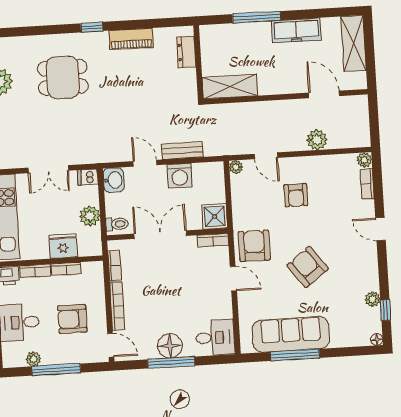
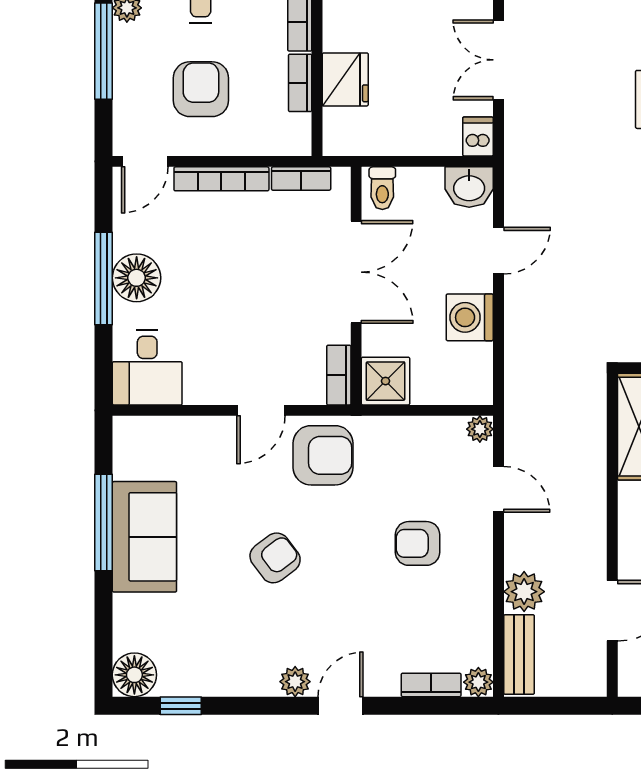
bench: (182, 150) -> (519, 654), moved
door: (266, 156) -> (498, 489), swing flipped
plant: (90, 216) -> (401, 136), removed
armchair: (308, 267) -> (275, 558), width x0.72, depth x0.72
plant: (373, 299) -> (295, 682), moved
sofa: (291, 334) -> (144, 537), width x0.73
floor lamp: (377, 339) -> (134, 675), width x1.89, depth x1.89

